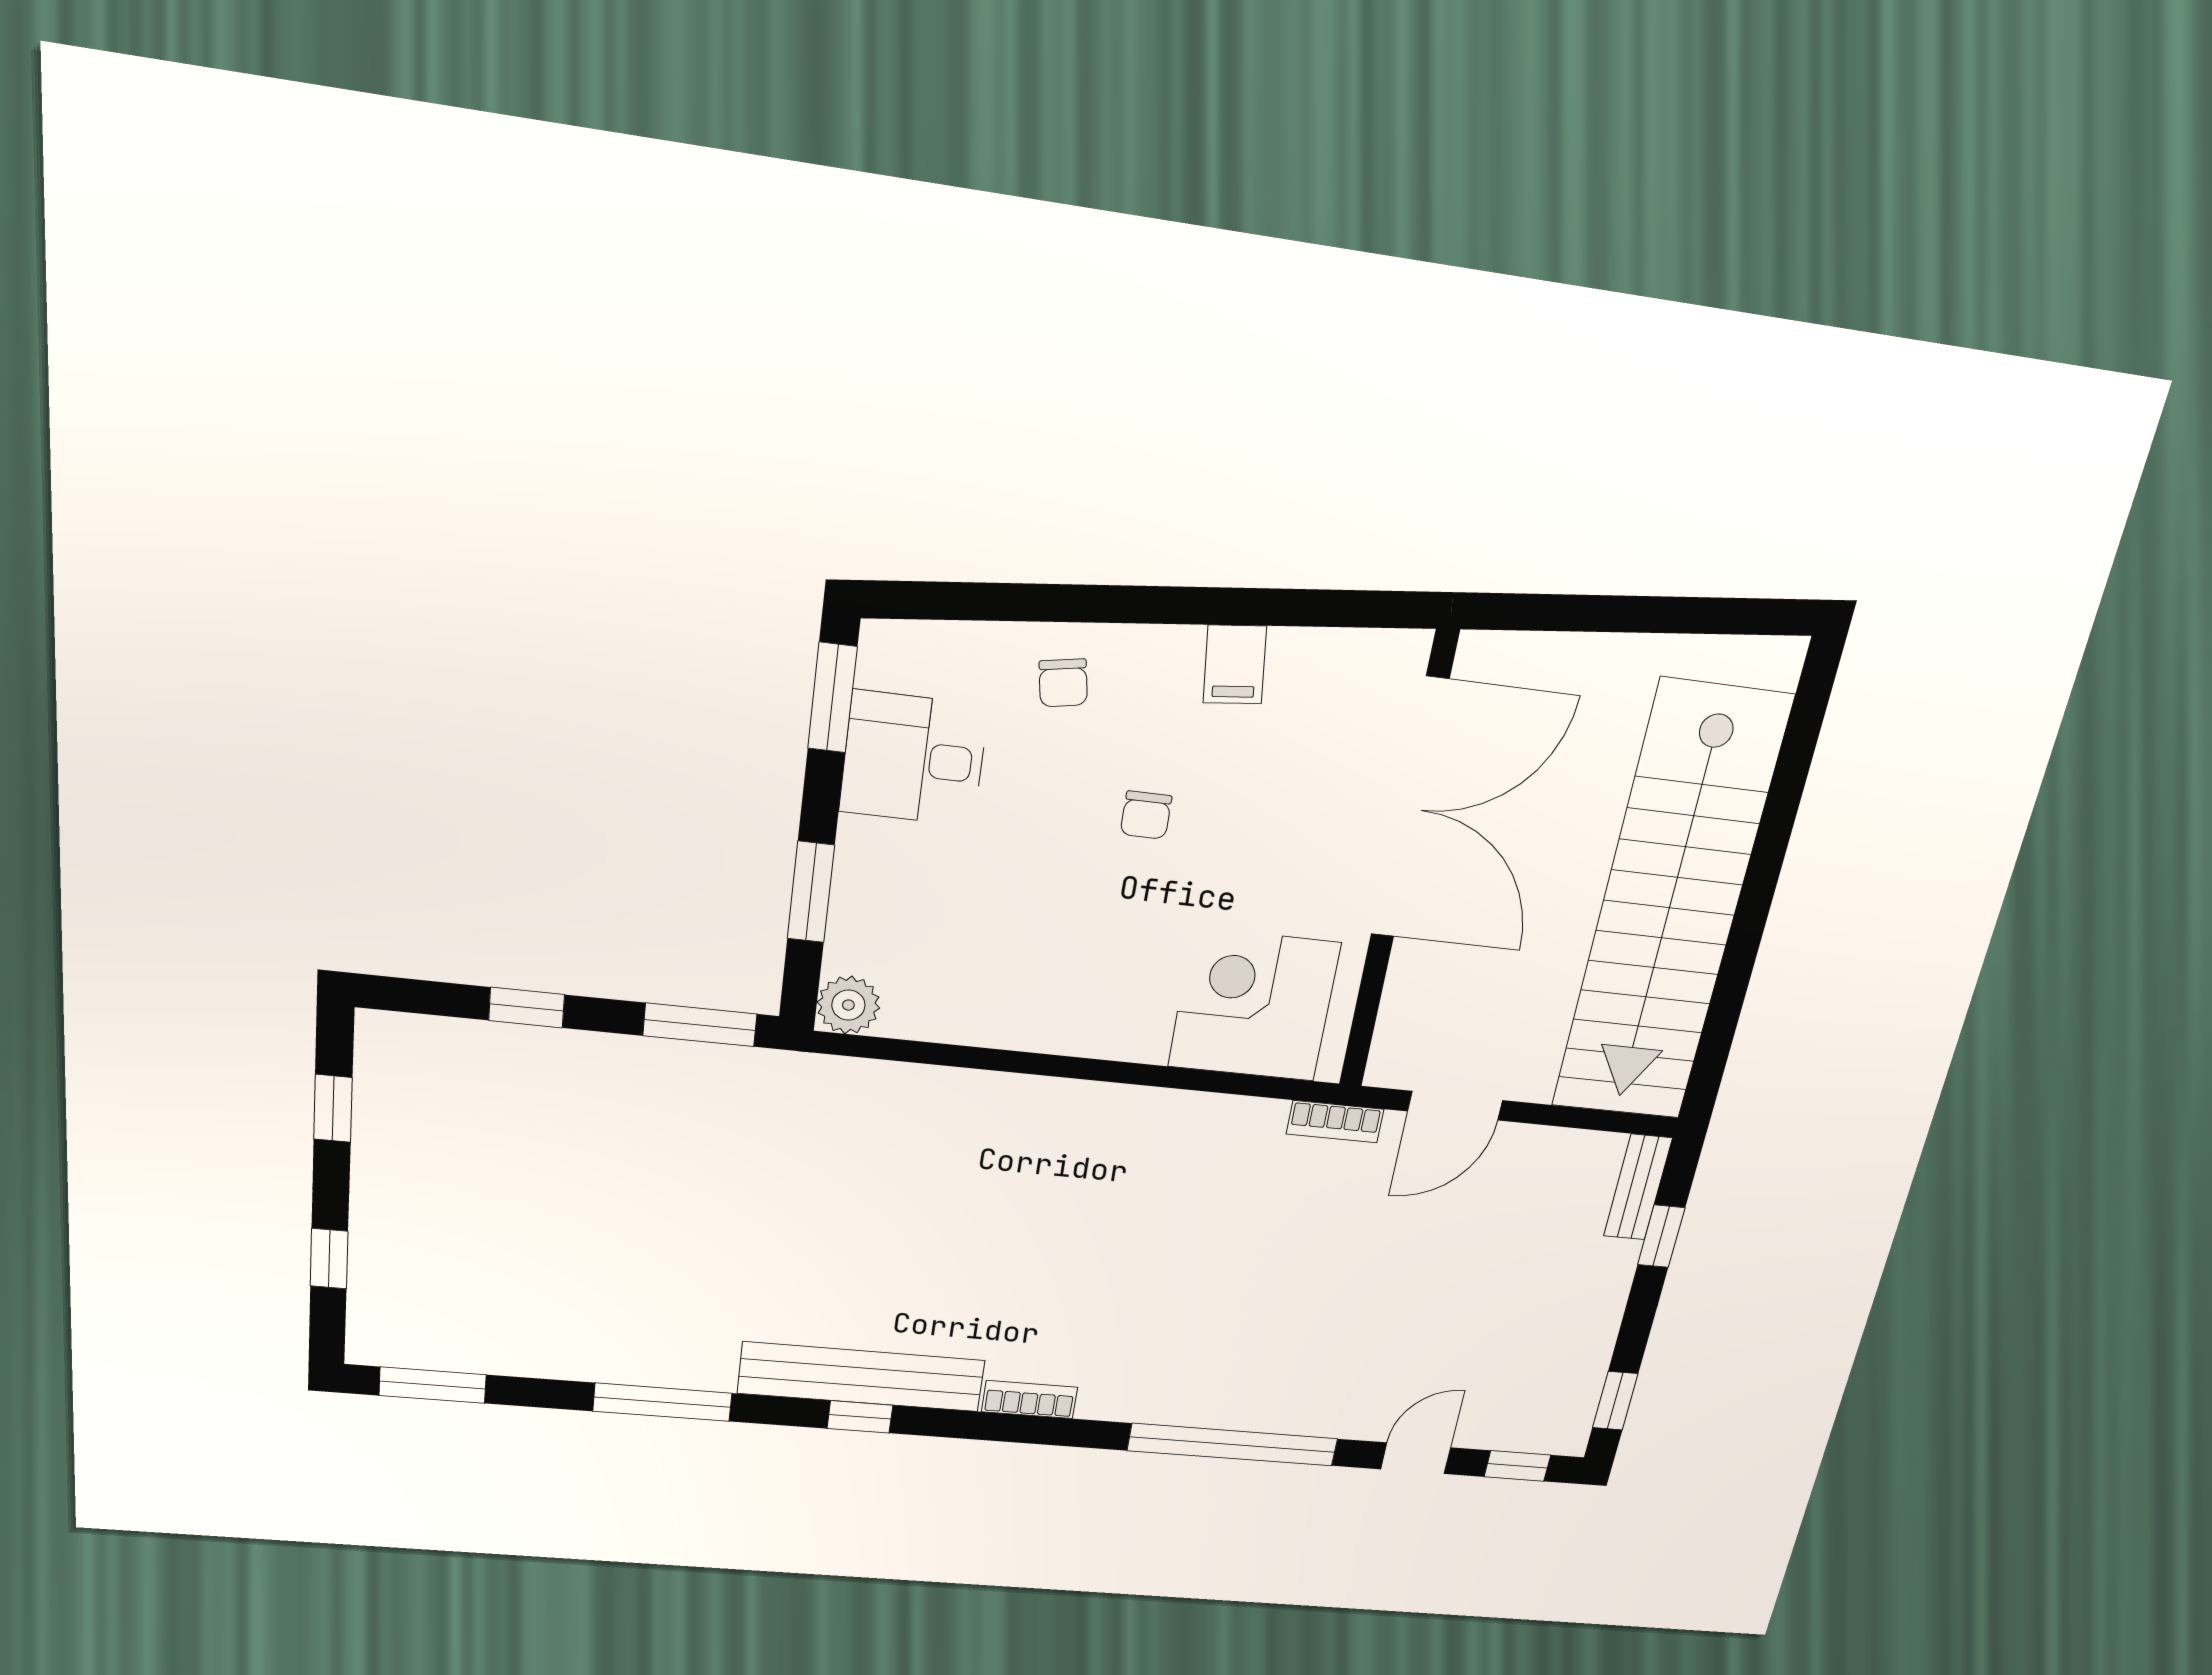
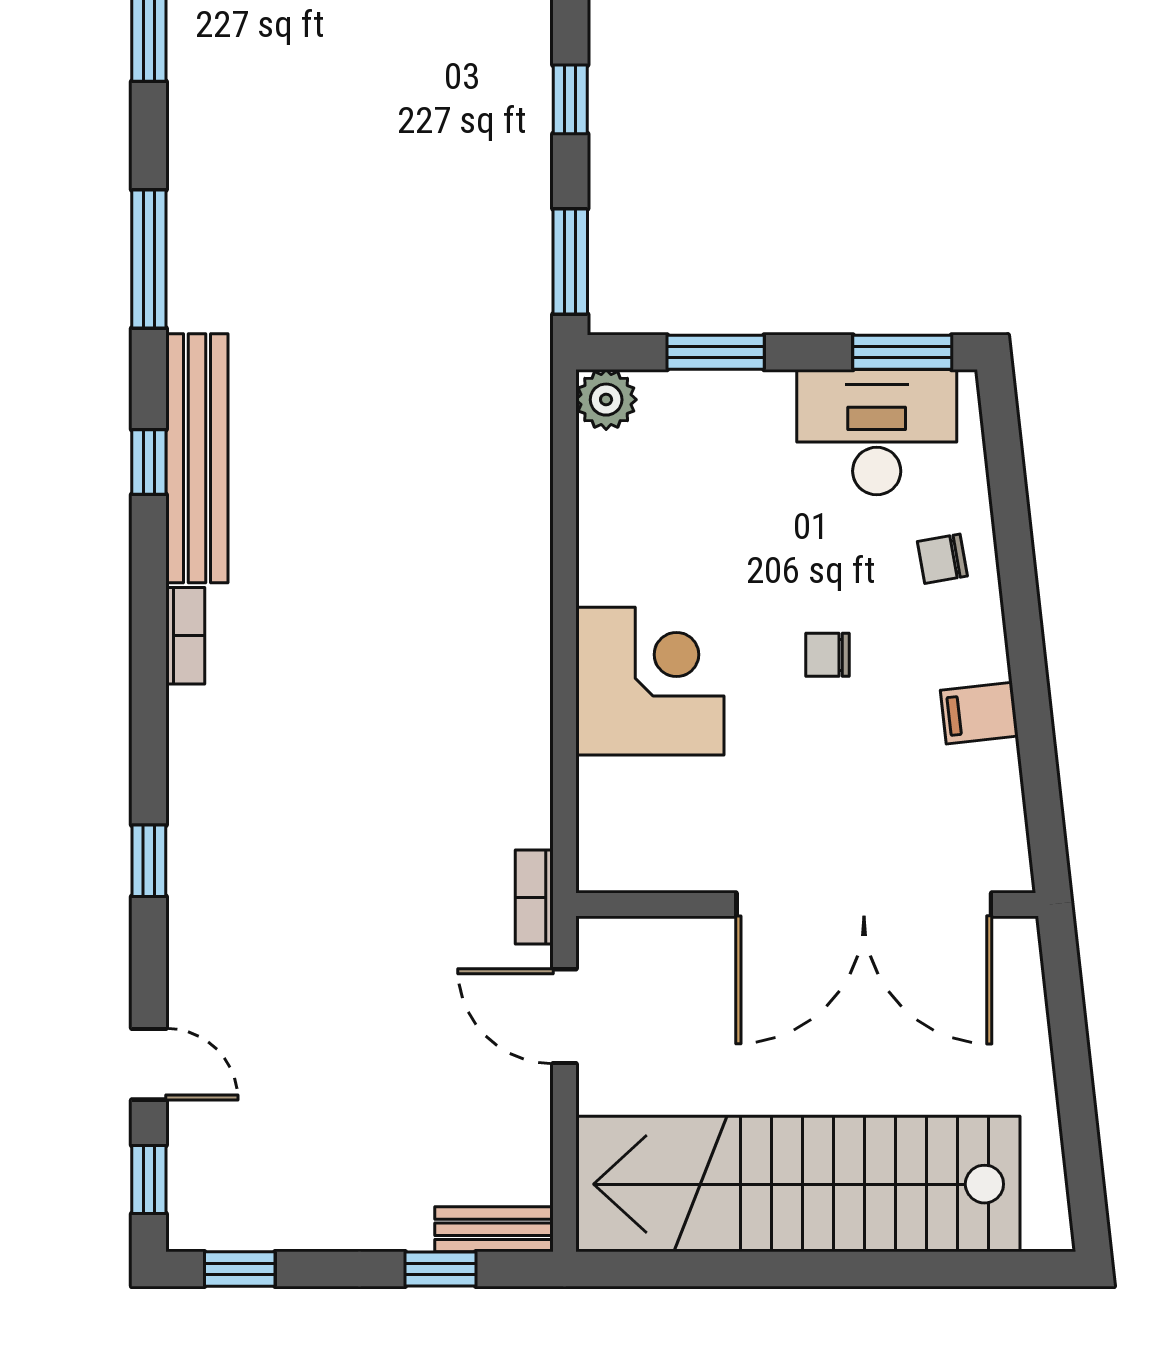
desk: (914, 759) -> (877, 432), width x1.37
corner desk: (1254, 1005) -> (650, 681), moved
window: (1233, 1445) -> (149, 861), width x0.32

